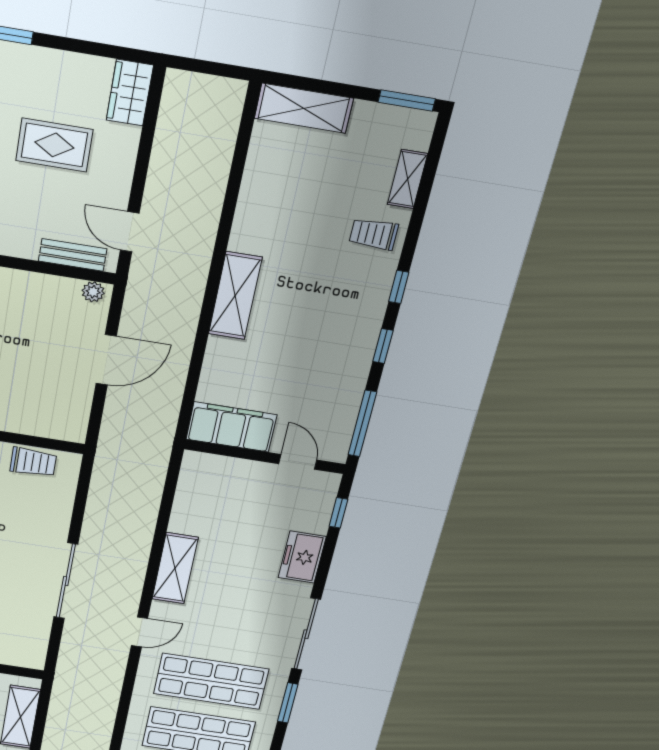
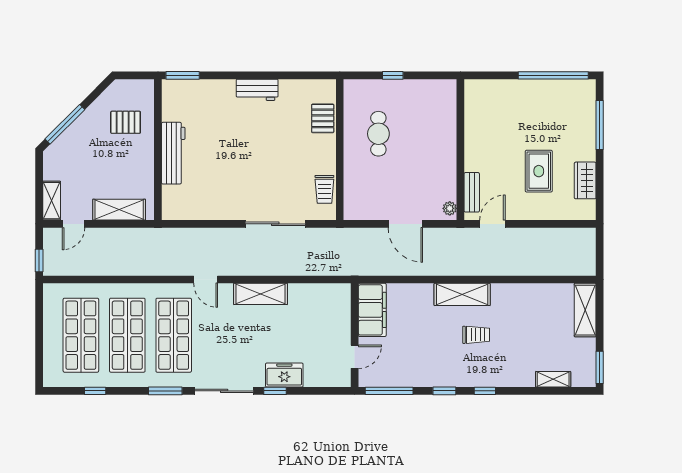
wardrobe: (130, 93) -> (585, 180), moved, turned -90
trolley: (374, 234) -> (476, 335), moved, turned 90
window: (338, 513) -> (275, 391), moved
sliding door: (66, 581) -> (275, 224), moved

